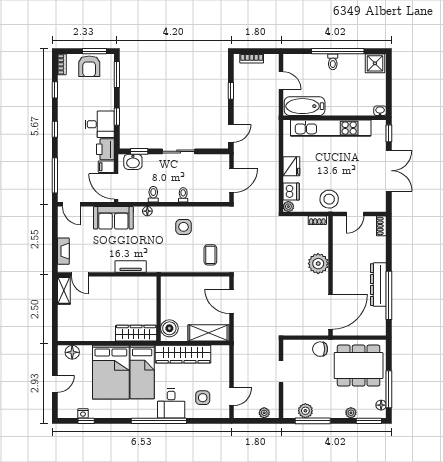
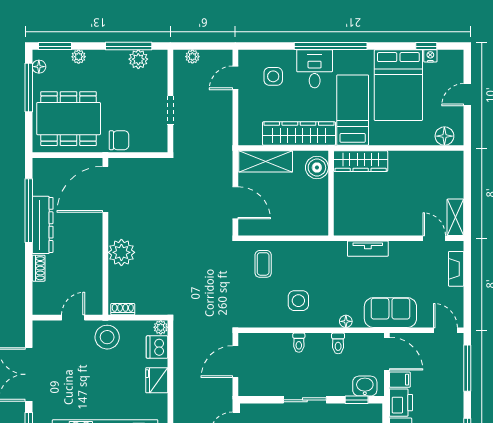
shoe rack: (381, 226) -> (39, 268), moved
bed: (111, 372) -> (398, 85), moved, turned 180

